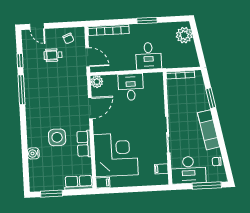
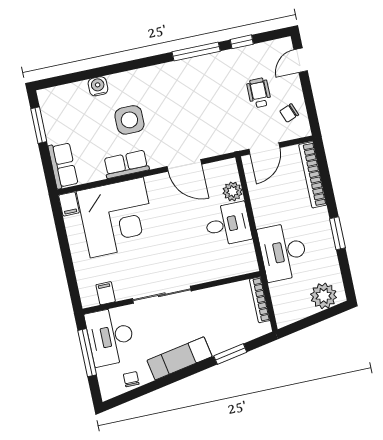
desk: (148, 56) -> (283, 252), width x1.37
plant: (97, 82) -> (233, 191), moved
window: (207, 185) -> (87, 353), moved

